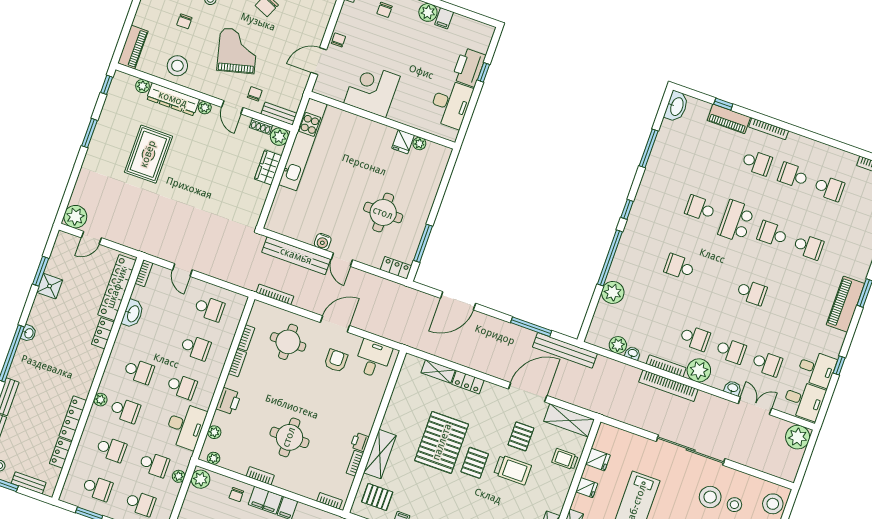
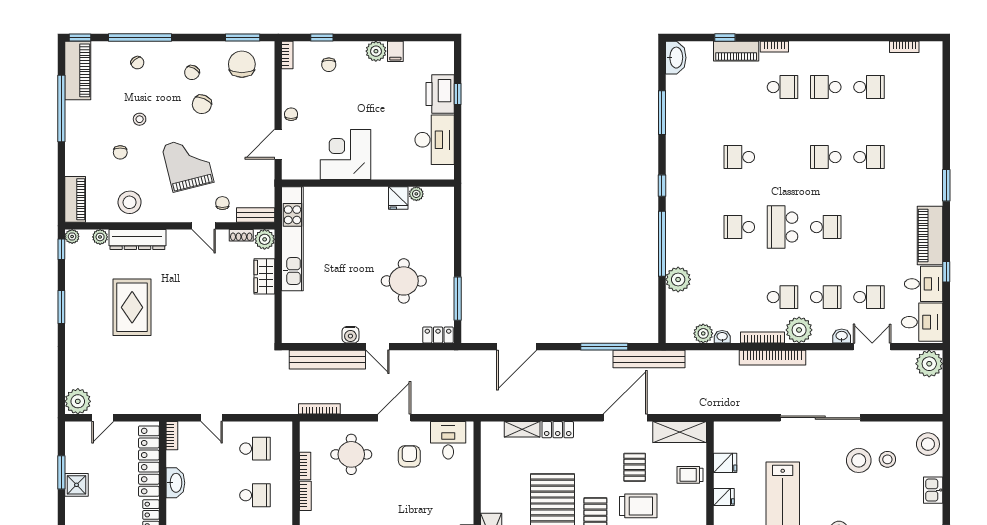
plant: (205, 108) -> (72, 236), moved
bookcase: (769, 129) -> (774, 47), width x0.64
school desk: (736, 221) -> (783, 227), moved
piano: (845, 304) -> (930, 235), moved

